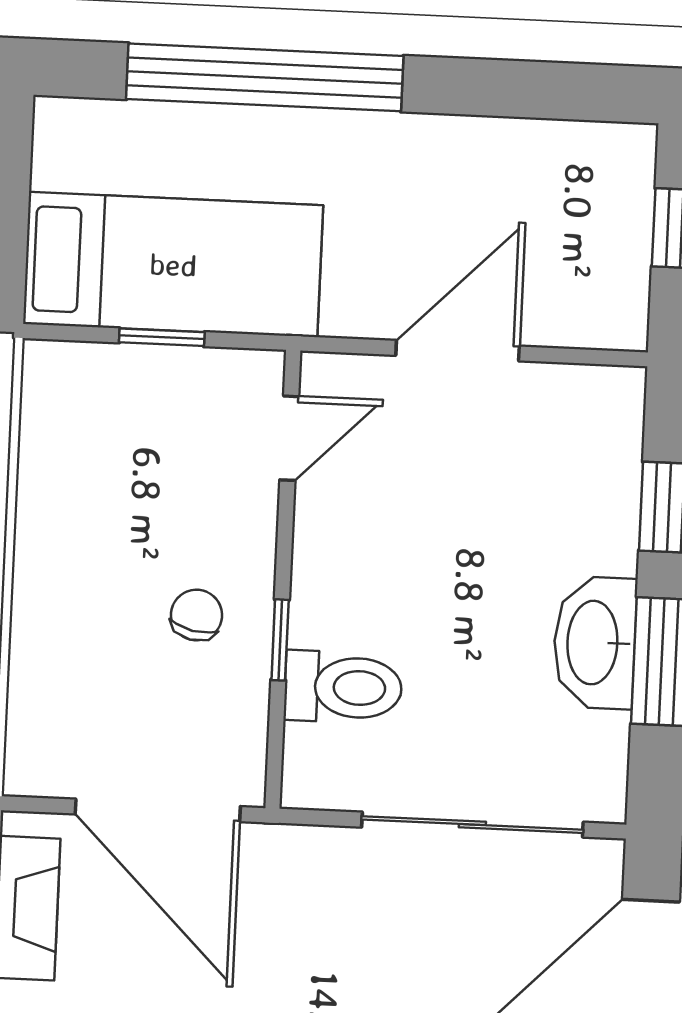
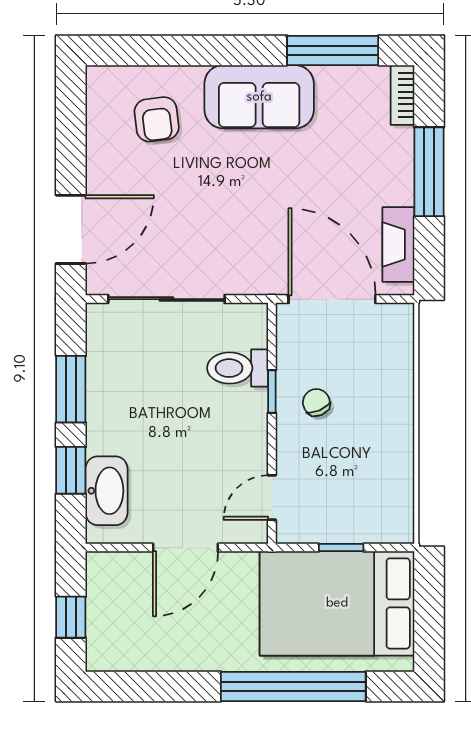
bed: (173, 265) -> (337, 603), width x1.50
chair: (197, 615) -> (316, 402), turned 145
washbasin: (595, 643) -> (107, 491), moved

